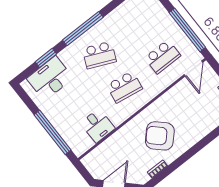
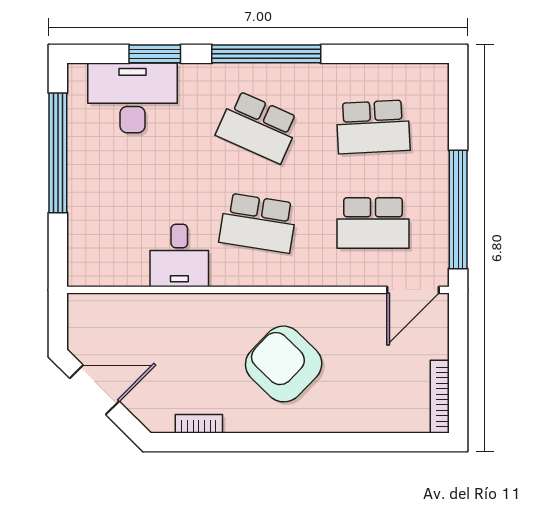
school desk: (137, 25) -> (373, 127), added
desk: (98, 126) -> (179, 255), moved
window: (53, 132) -> (58, 153), moved
armchair: (160, 136) -> (284, 364), moved

